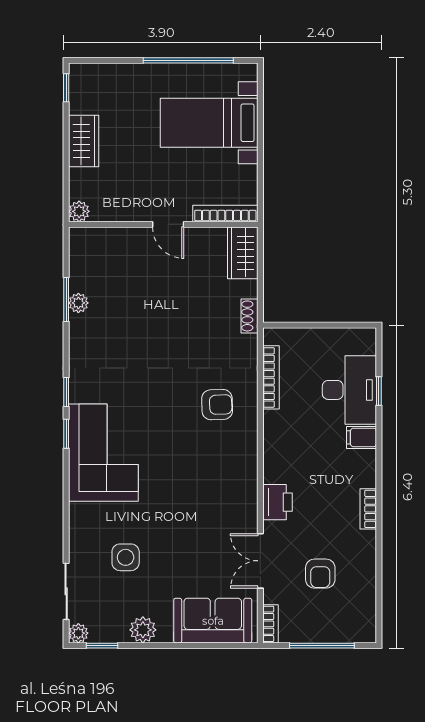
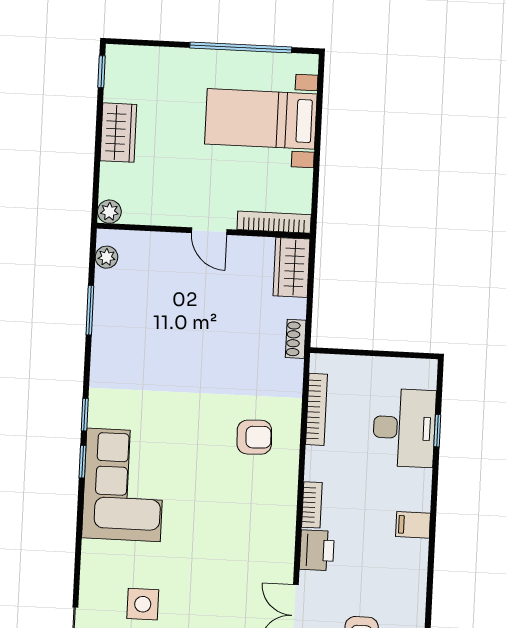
plant: (78, 303) -> (107, 257), moved
filing cabinet: (361, 437) -> (413, 525), moved
bookcase: (368, 509) -> (312, 505), moved, turned 180

